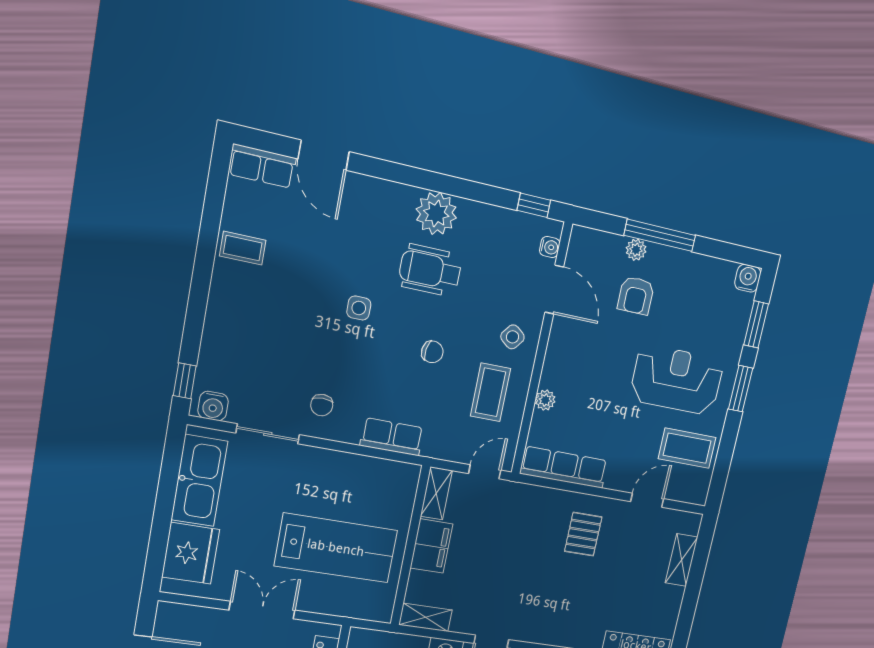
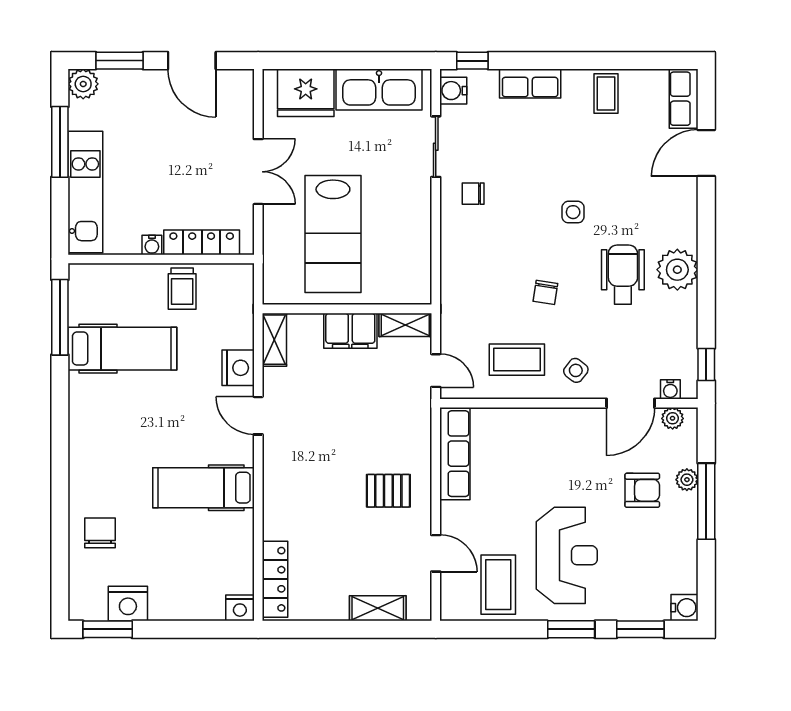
armchair: (636, 296) -> (642, 490), turned 180
plant: (545, 400) -> (673, 418), moved
row of seats: (392, 437) -> (530, 84), moved, turned 90

